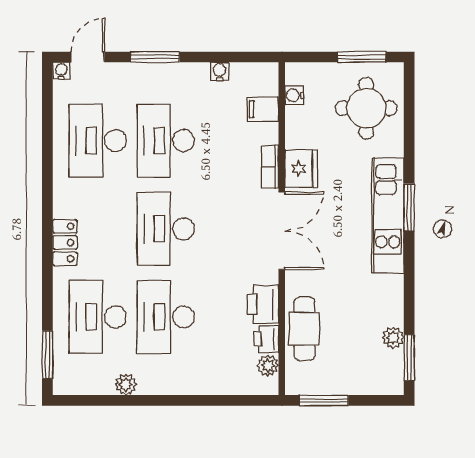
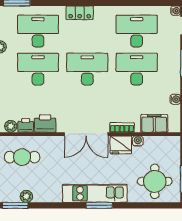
water cooler: (294, 95) -> (138, 141), moved
filing cabinet: (263, 109) -> (154, 123), width x2.00
cafe table: (304, 329) -> (22, 157), moved

